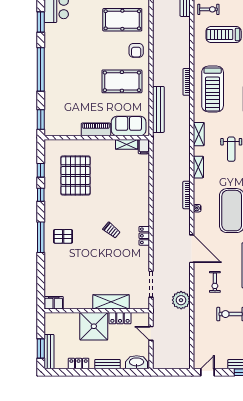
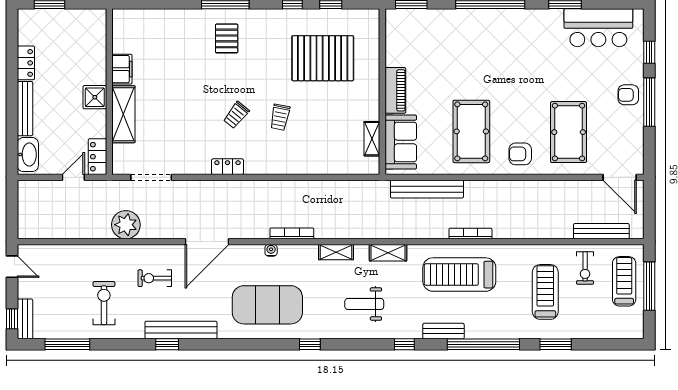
filing cabinet: (144, 147) -> (368, 166), removed
trolley: (113, 203) -> (280, 117), added
filing cabinet: (54, 303) -> (122, 69), moved
locker: (120, 318) -> (97, 157), moved
shower: (94, 326) -> (95, 97), width x0.54, depth x0.54
bench: (49, 352) -> (45, 16), removed
bench: (107, 364) -> (25, 109), width x1.36

